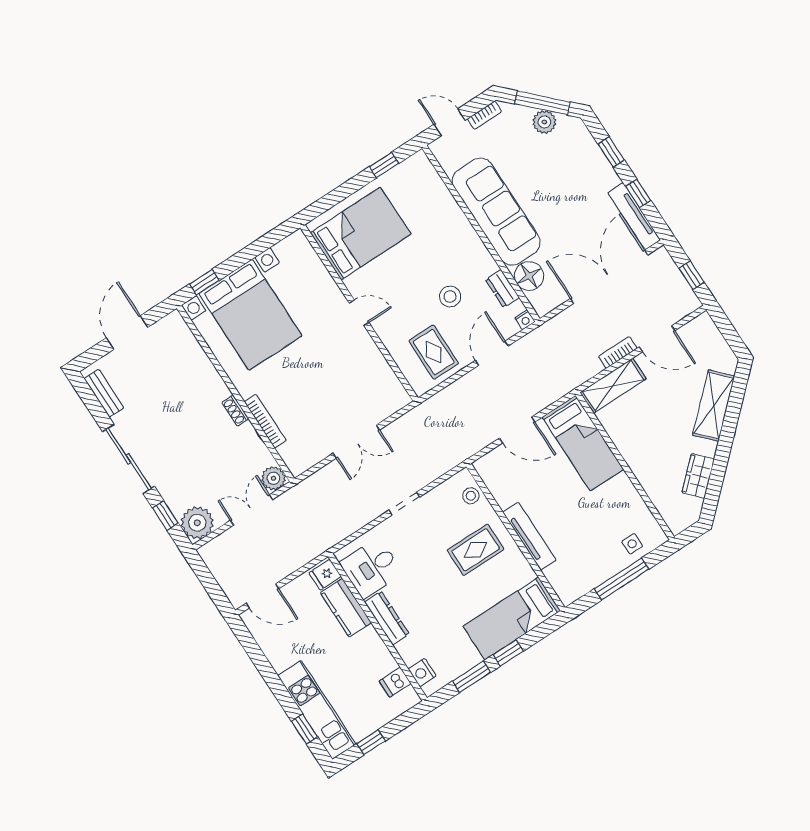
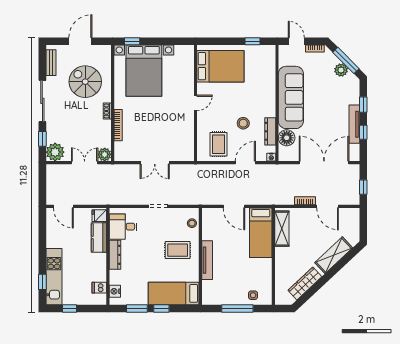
tv unit: (634, 216) -> (354, 124), moved
dresser: (502, 289) -> (270, 131), width x1.44
door: (359, 313) -> (195, 103), hinge flipped
shelving: (613, 386) -> (282, 229), moved, turned 90
spiral stairs: (174, 388) -> (85, 82), added
wardrobe: (698, 476) -> (305, 284), width x1.50

